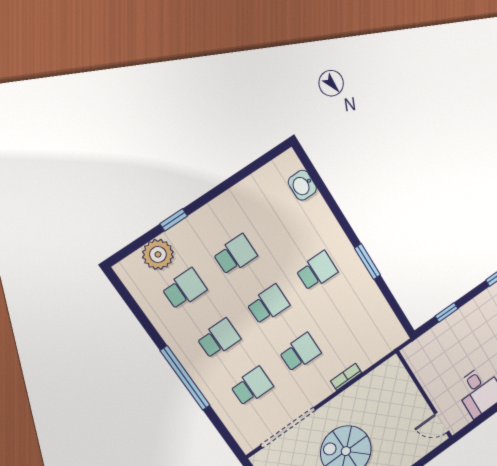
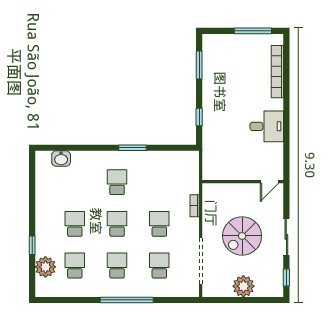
wall: (425, 395) -> (243, 182), moved
door: (442, 423) -> (269, 182), moved

